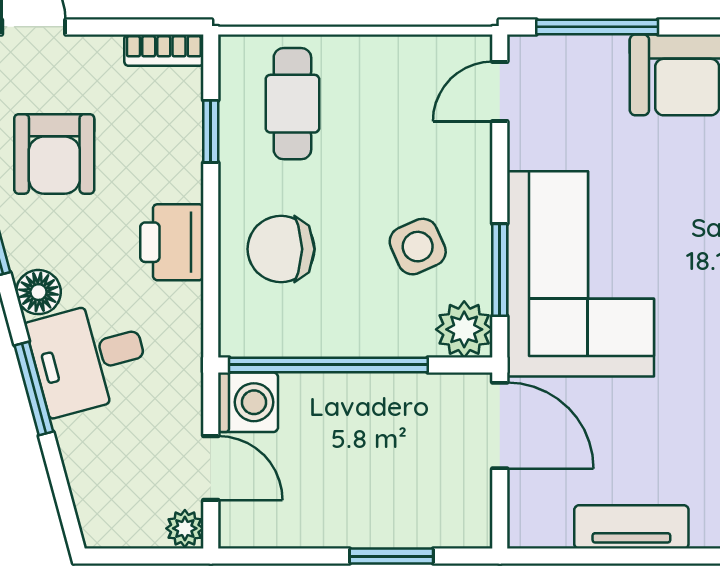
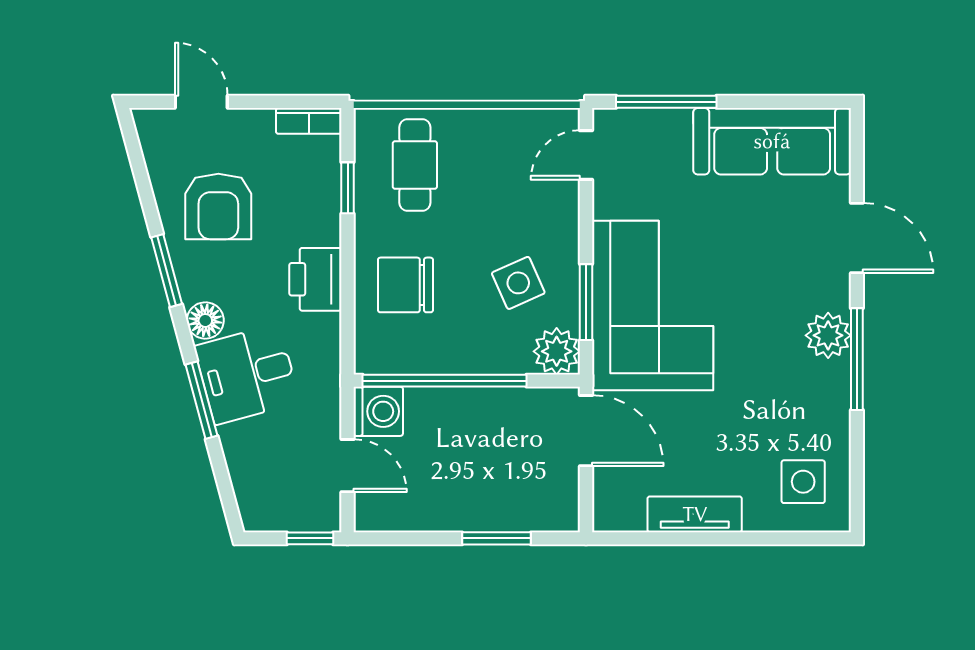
plant: (185, 528) -> (326, 516), removed
window: (165, 556) -> (310, 538), added

